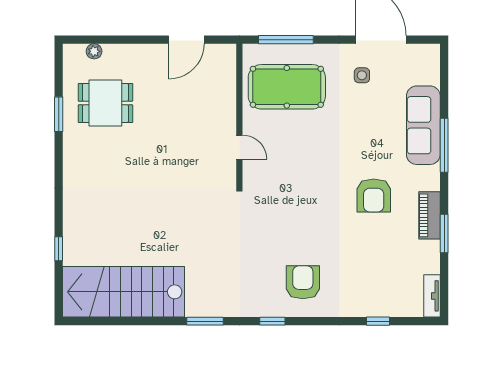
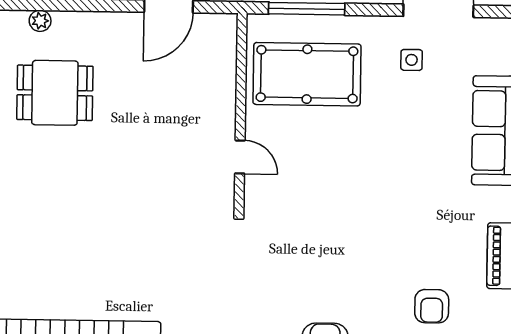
armchair: (374, 195) -> (432, 306), moved, width x0.72, depth x0.72

